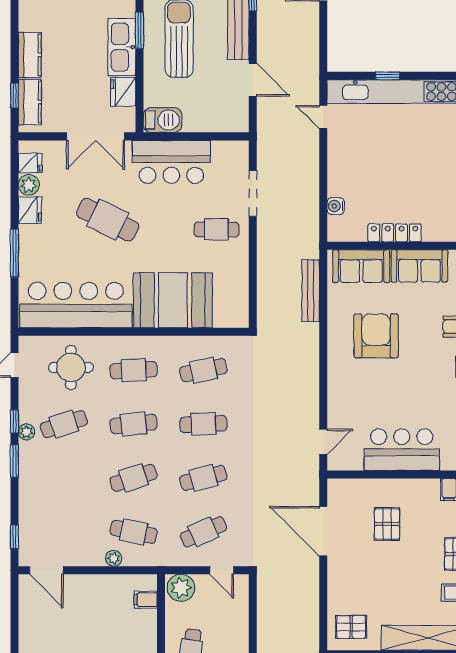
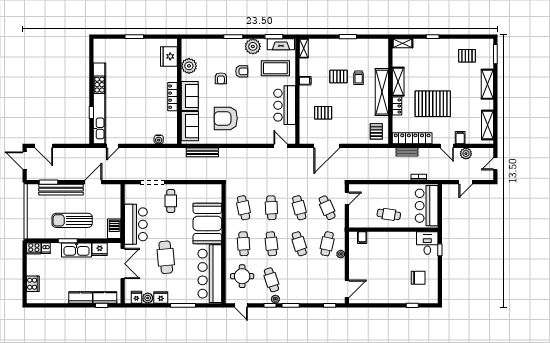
cafe table: (108, 220) -> (166, 257), turned -31
locker: (395, 233) -> (173, 97), moved
plant: (181, 588) -> (356, 219), removed

